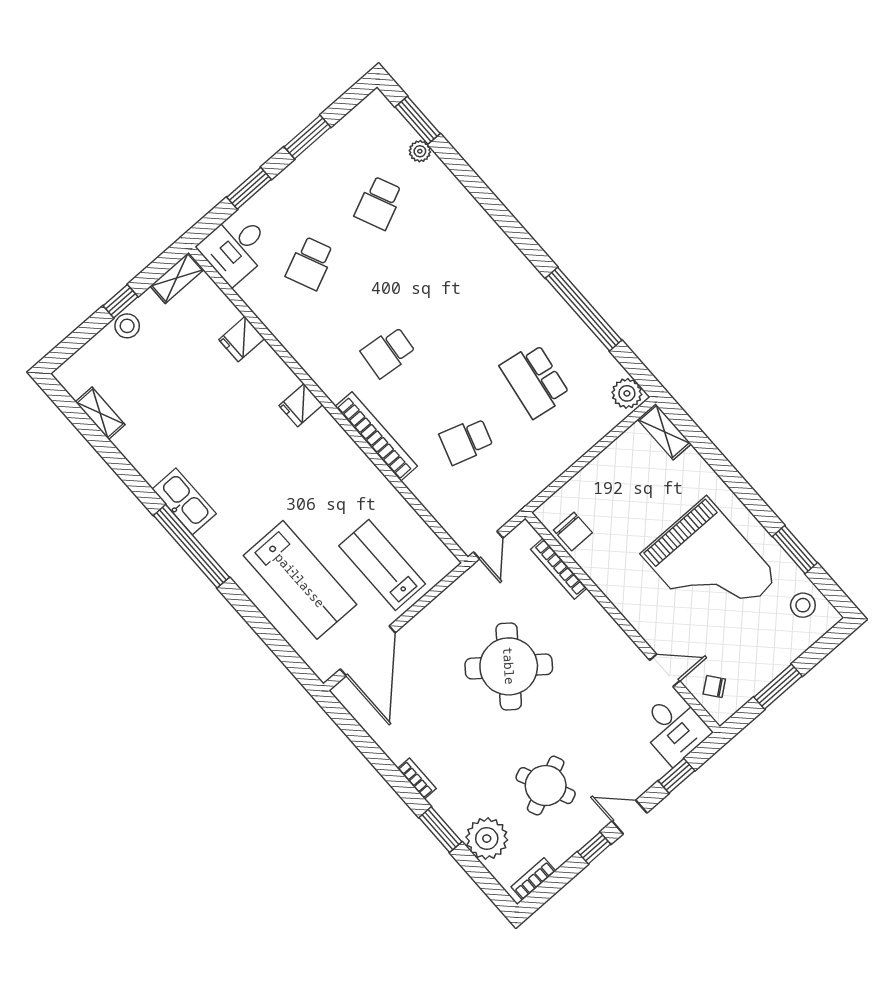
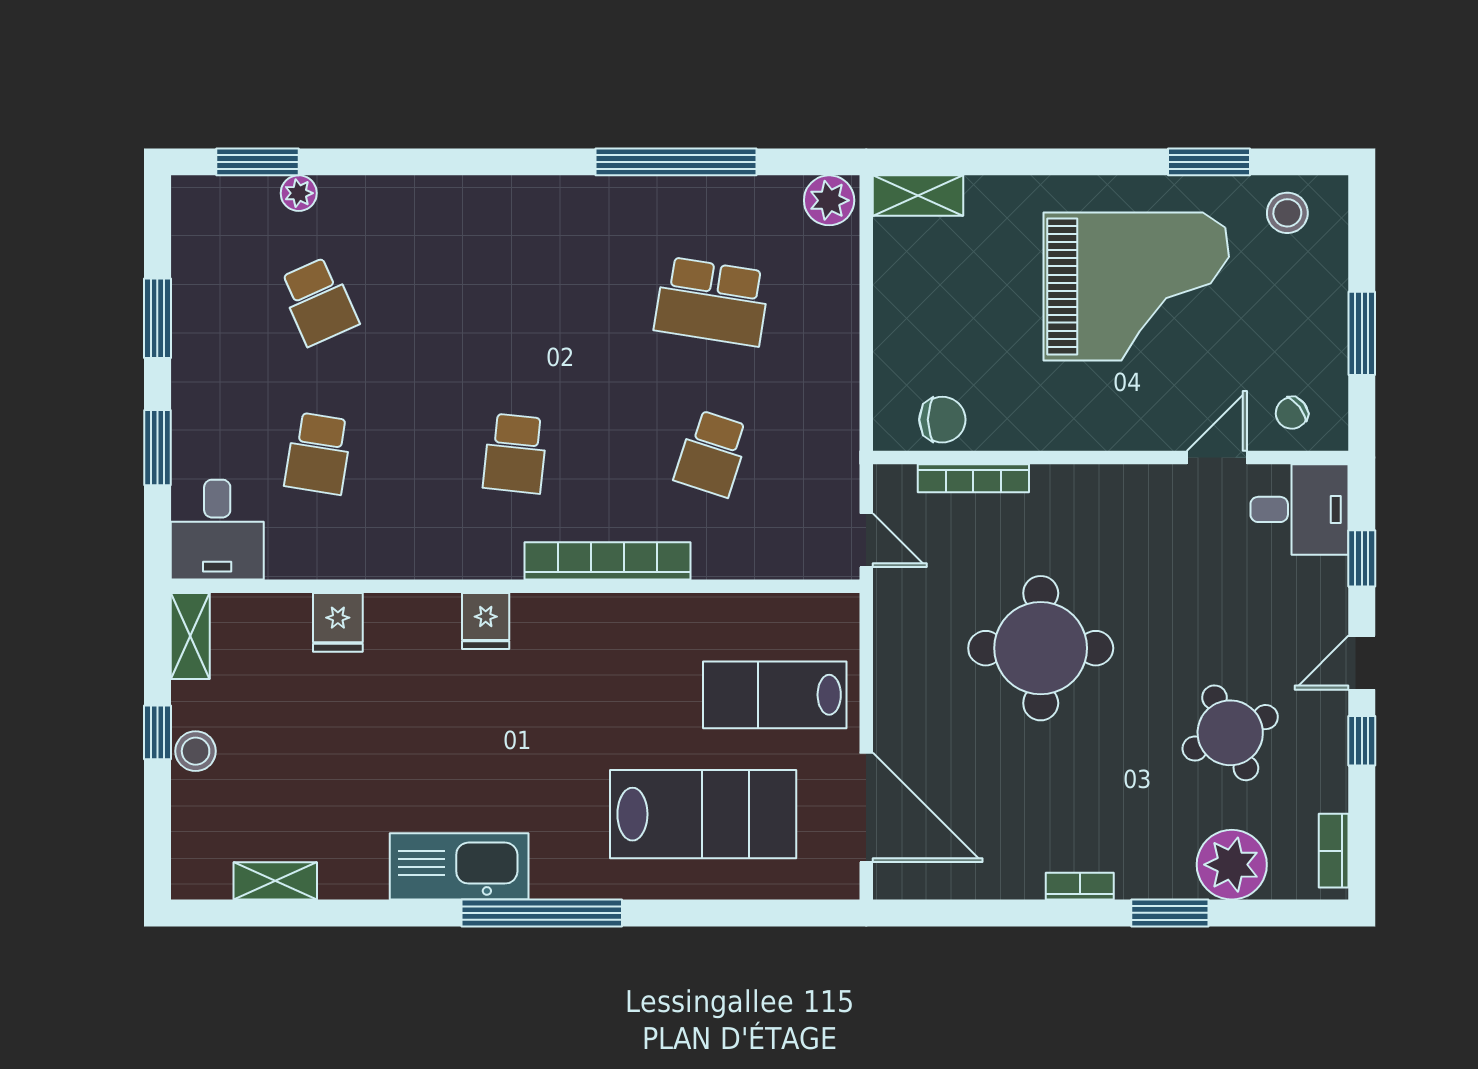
school desk: (310, 263) -> (318, 453), turned 33
kitchen sink: (184, 501) -> (459, 866), width x1.36, depth x1.24
round table: (509, 666) -> (1041, 648), turned -38

